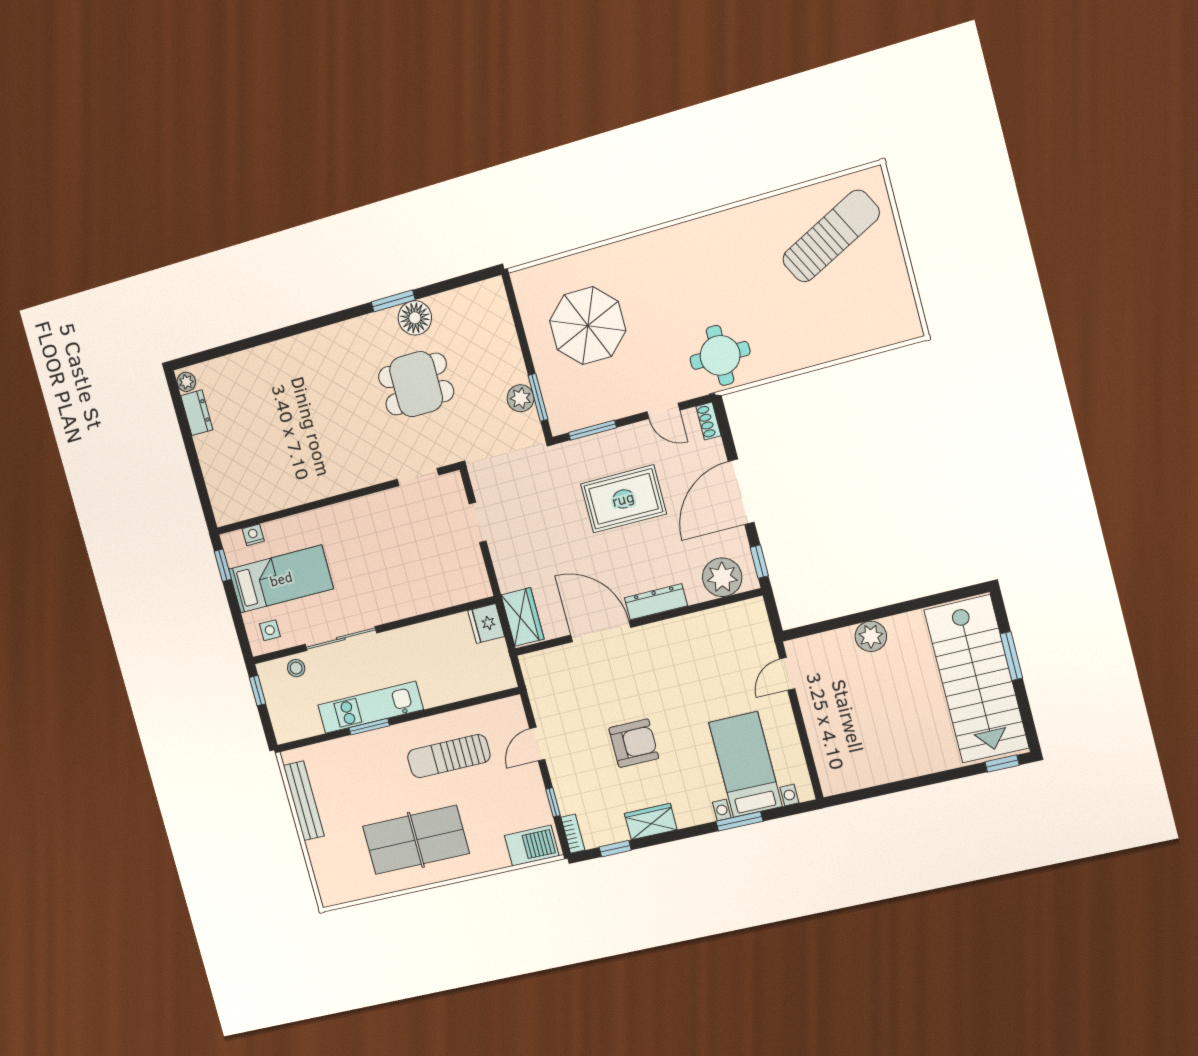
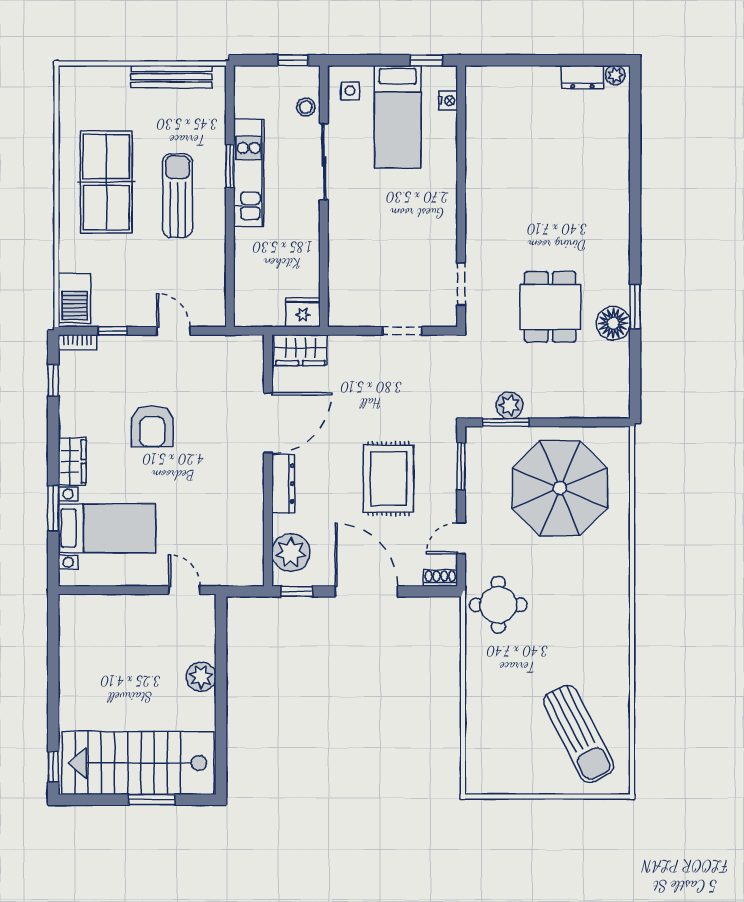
parasol: (588, 326) -> (560, 488), width x1.36, depth x1.36
sun lounger: (449, 756) -> (178, 196), moved
wardrobe: (651, 822) -> (72, 461), moved

